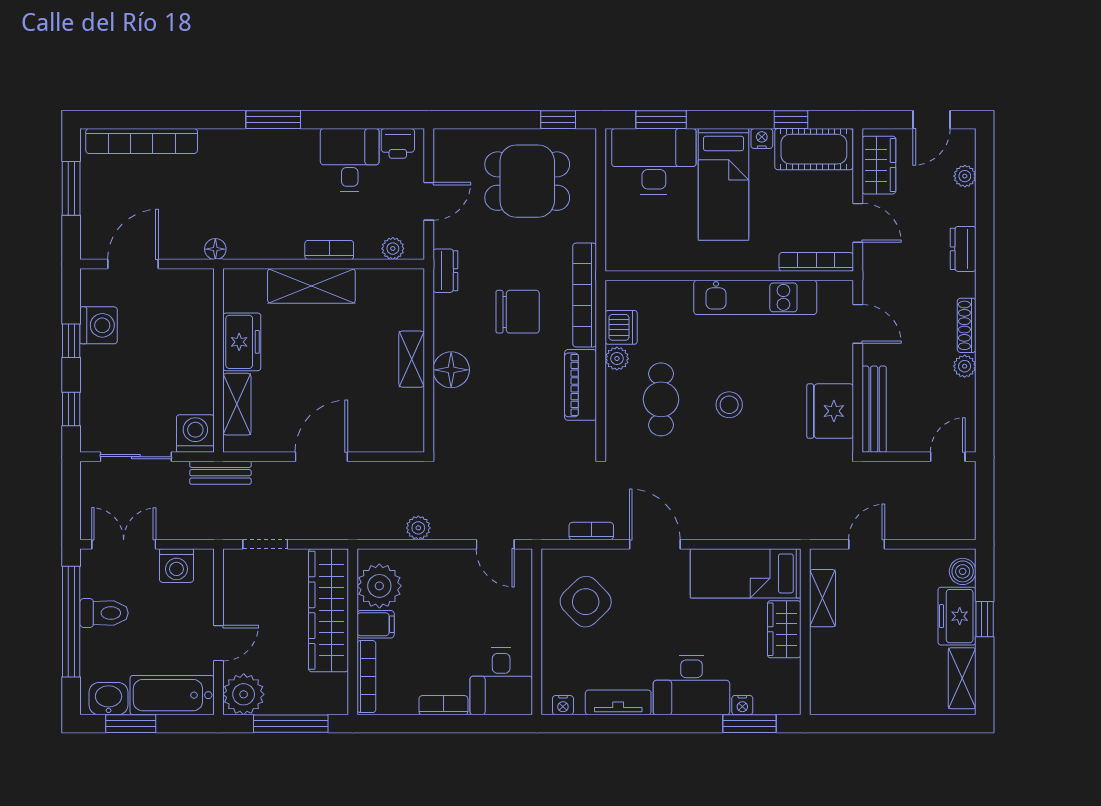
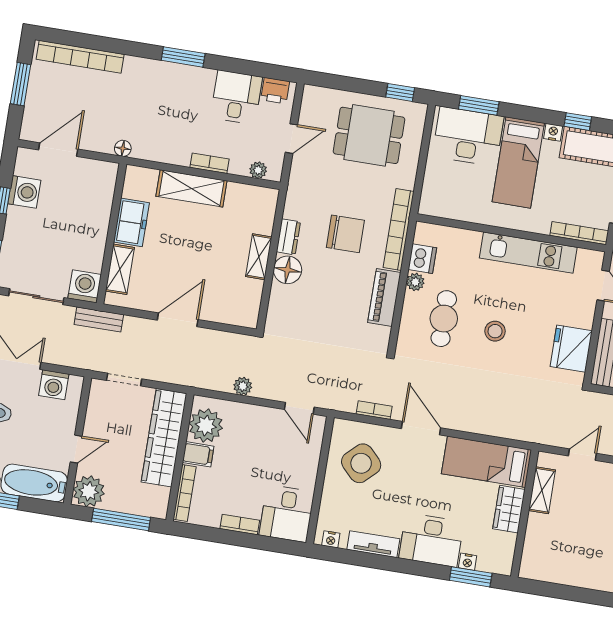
dresser: (445, 271) -> (288, 237), moved

